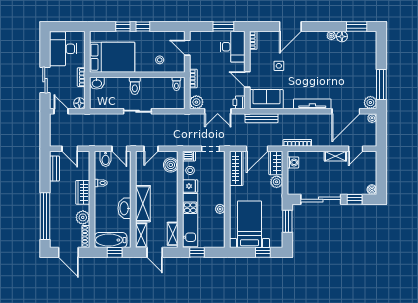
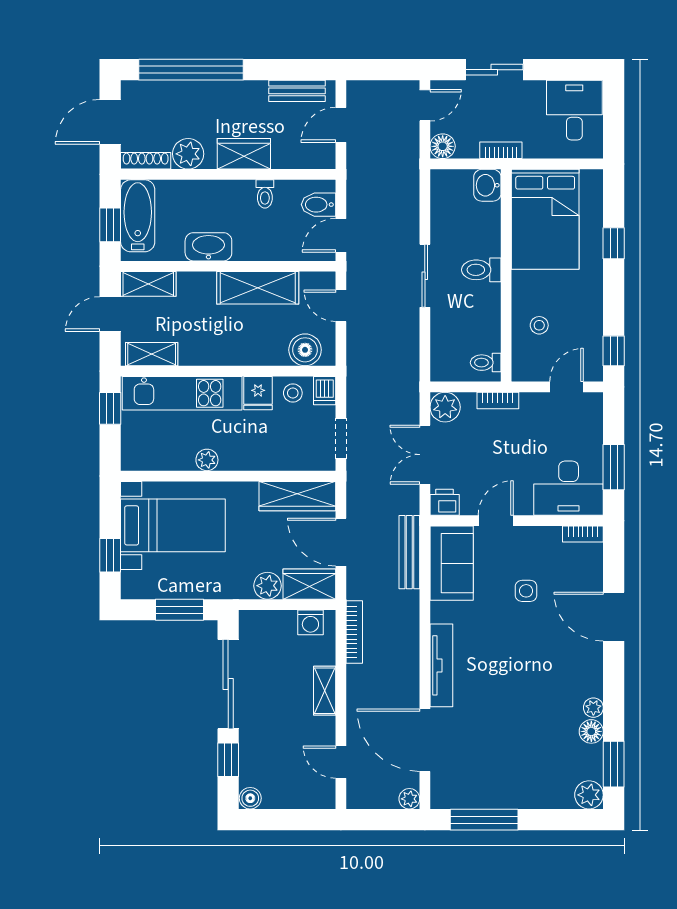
window: (143, 26) -> (614, 351), moved
desk: (63, 49) -> (574, 110), width x0.73
plant: (370, 102) -> (589, 795), moved
shelving: (335, 156) -> (325, 691), moved
shelving: (143, 204) -> (258, 288), moved

